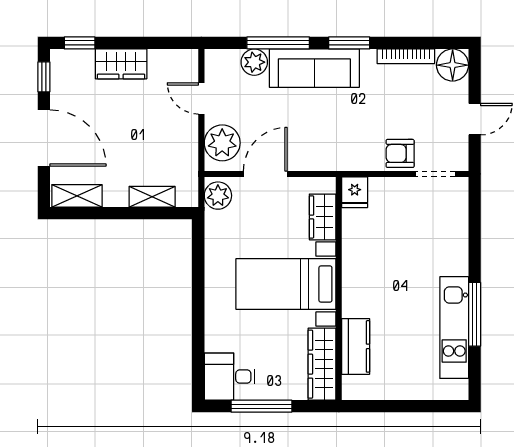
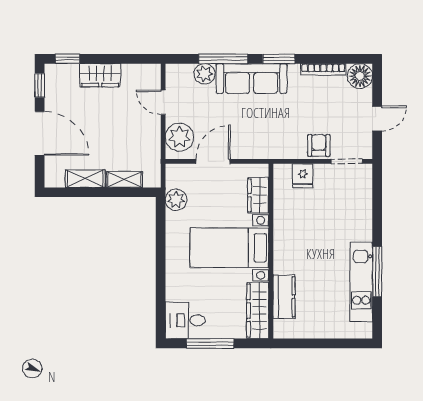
armchair: (400, 153) -> (319, 145), turned 90
fridge: (355, 192) -> (303, 176), moved
shelving: (77, 196) -> (85, 179), moved
plant: (218, 196) -> (176, 200), moved

